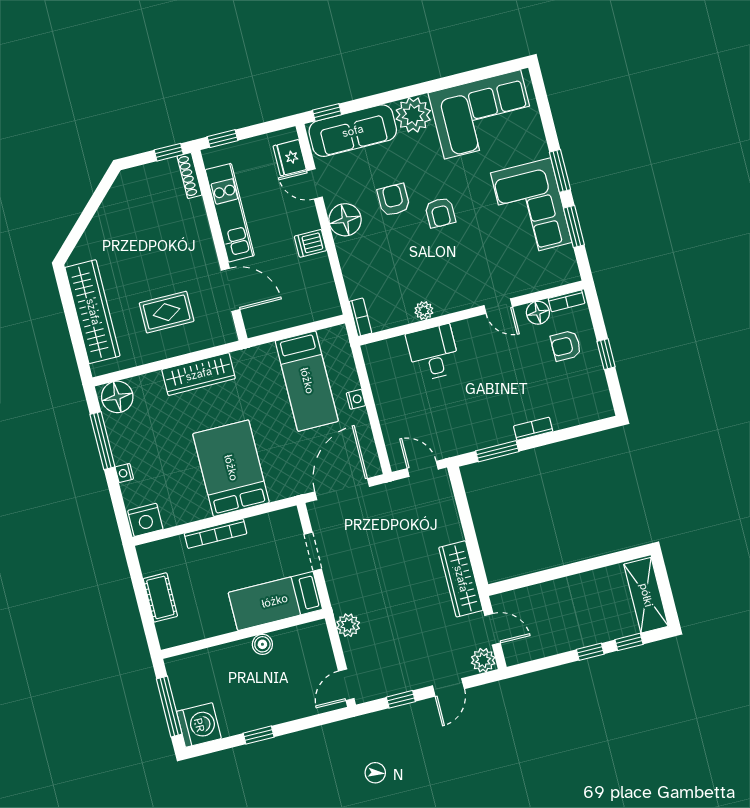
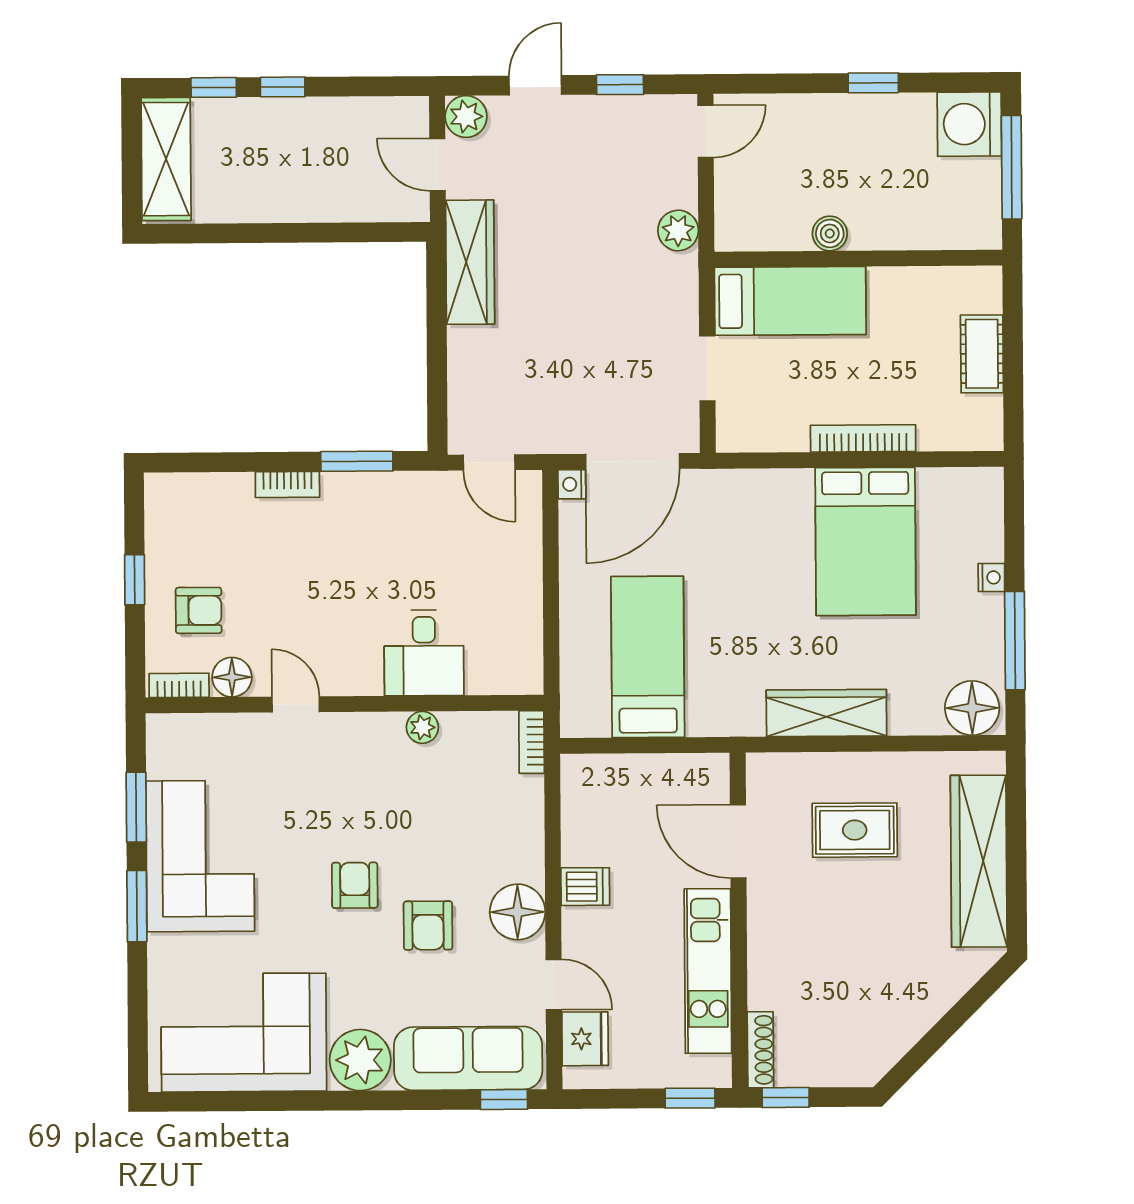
nightstand: (356, 399) -> (572, 484), moved
bed: (231, 468) -> (866, 541), moved
nightstand: (145, 520) -> (975, 490), removed

